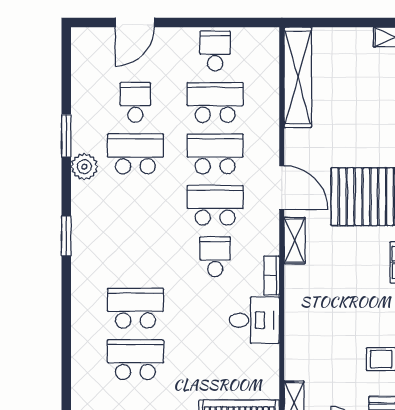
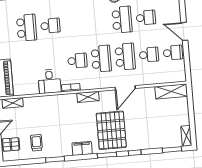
door: (135, 23) -> (184, 31), moved
shelving: (298, 77) -> (171, 91), width x0.68
school desk: (215, 102) -> (149, 55), width x0.54
door: (282, 188) -> (125, 88), moved
school desk: (135, 308) -> (50, 26), width x0.54

